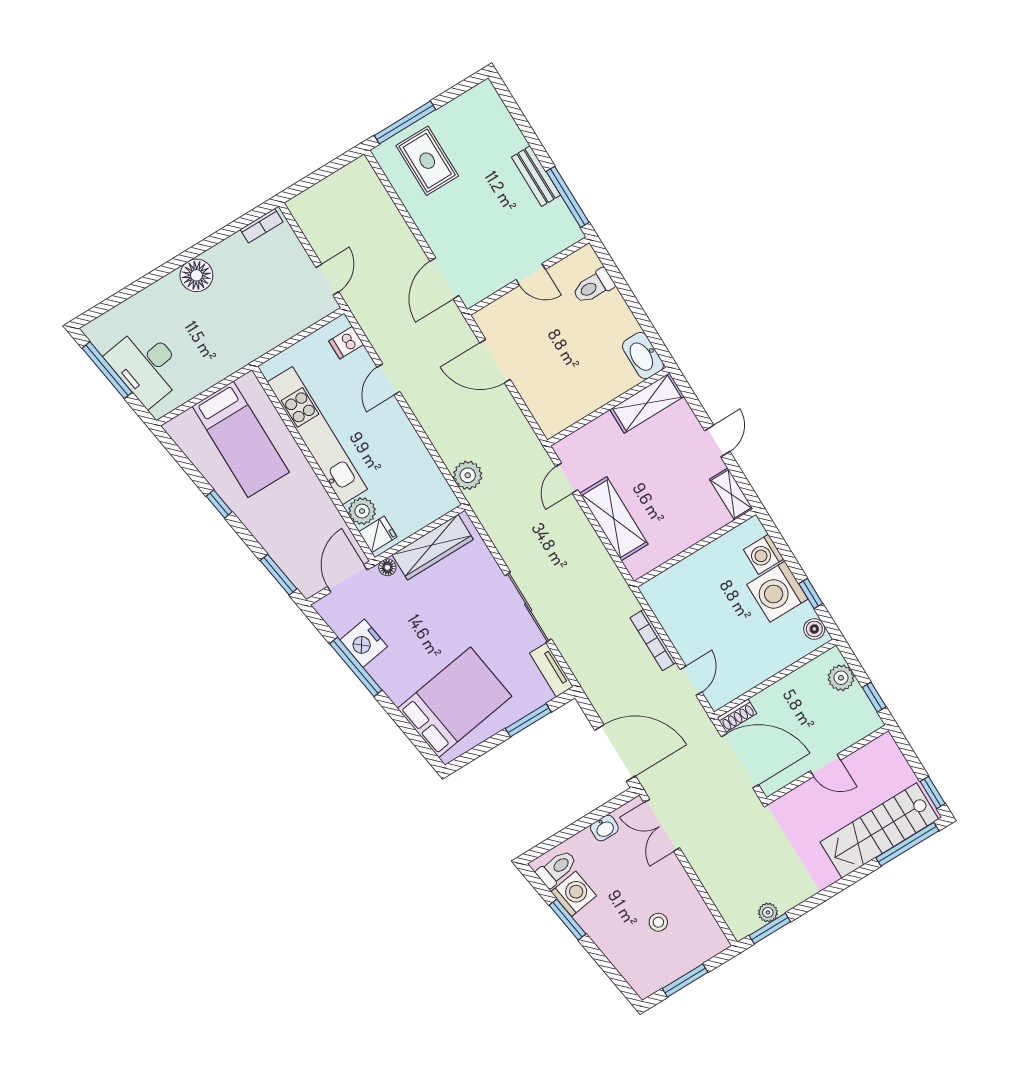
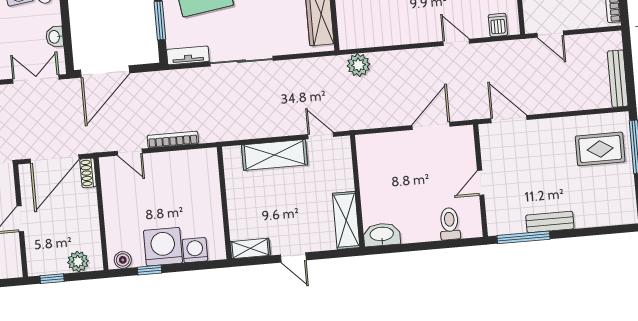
bench: (339, 180) -> (618, 79), added

